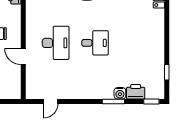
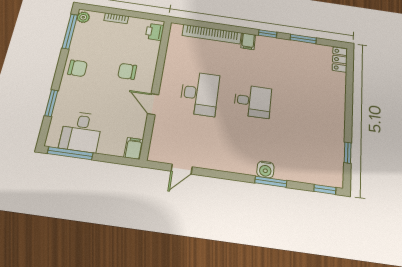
filing cabinet: (15, 92) -> (134, 148), added
printer: (136, 92) -> (303, 173), removed
water cooler: (120, 93) -> (265, 169), moved

